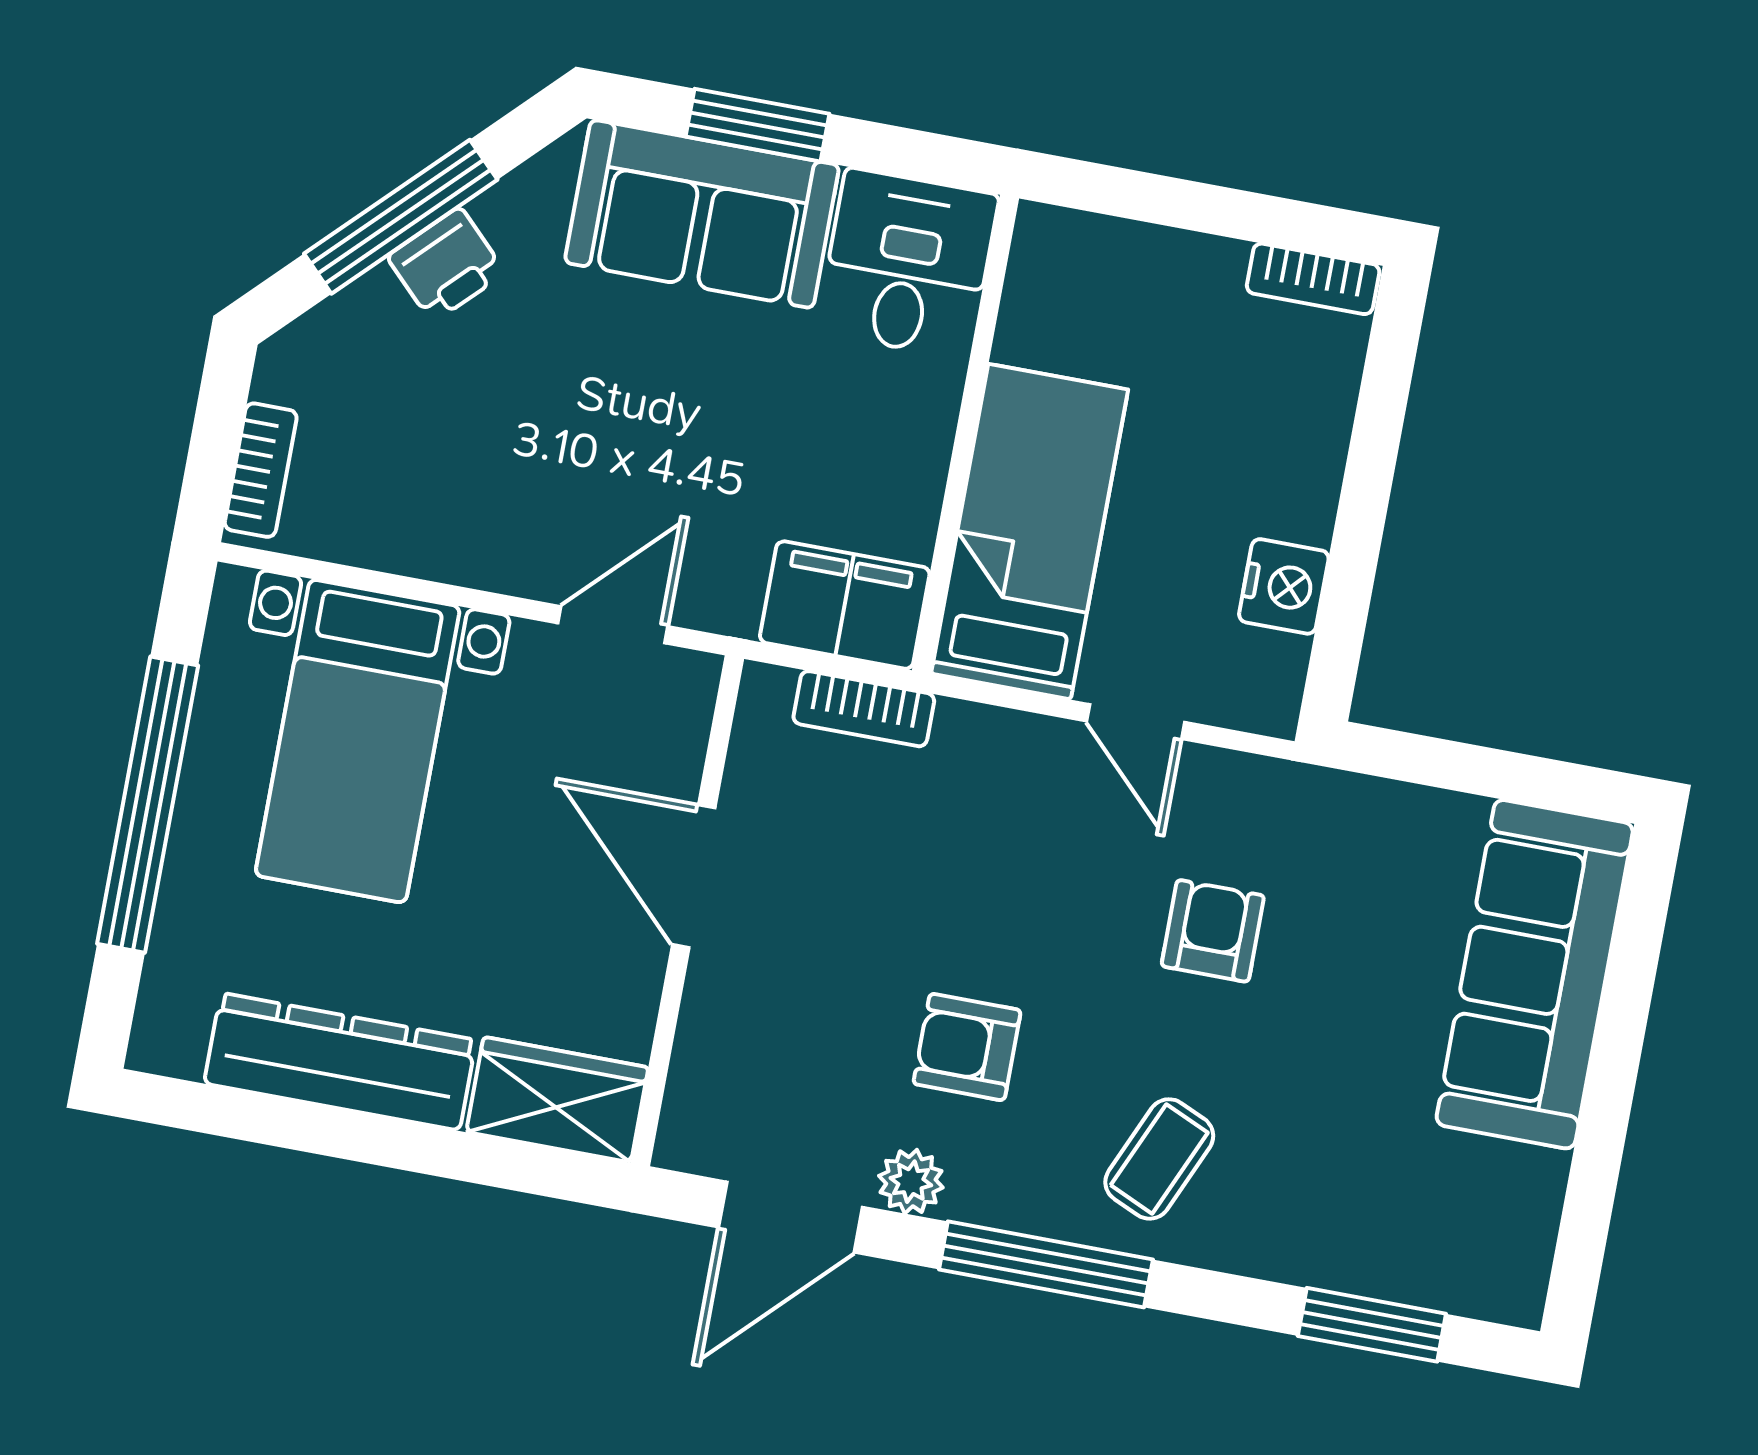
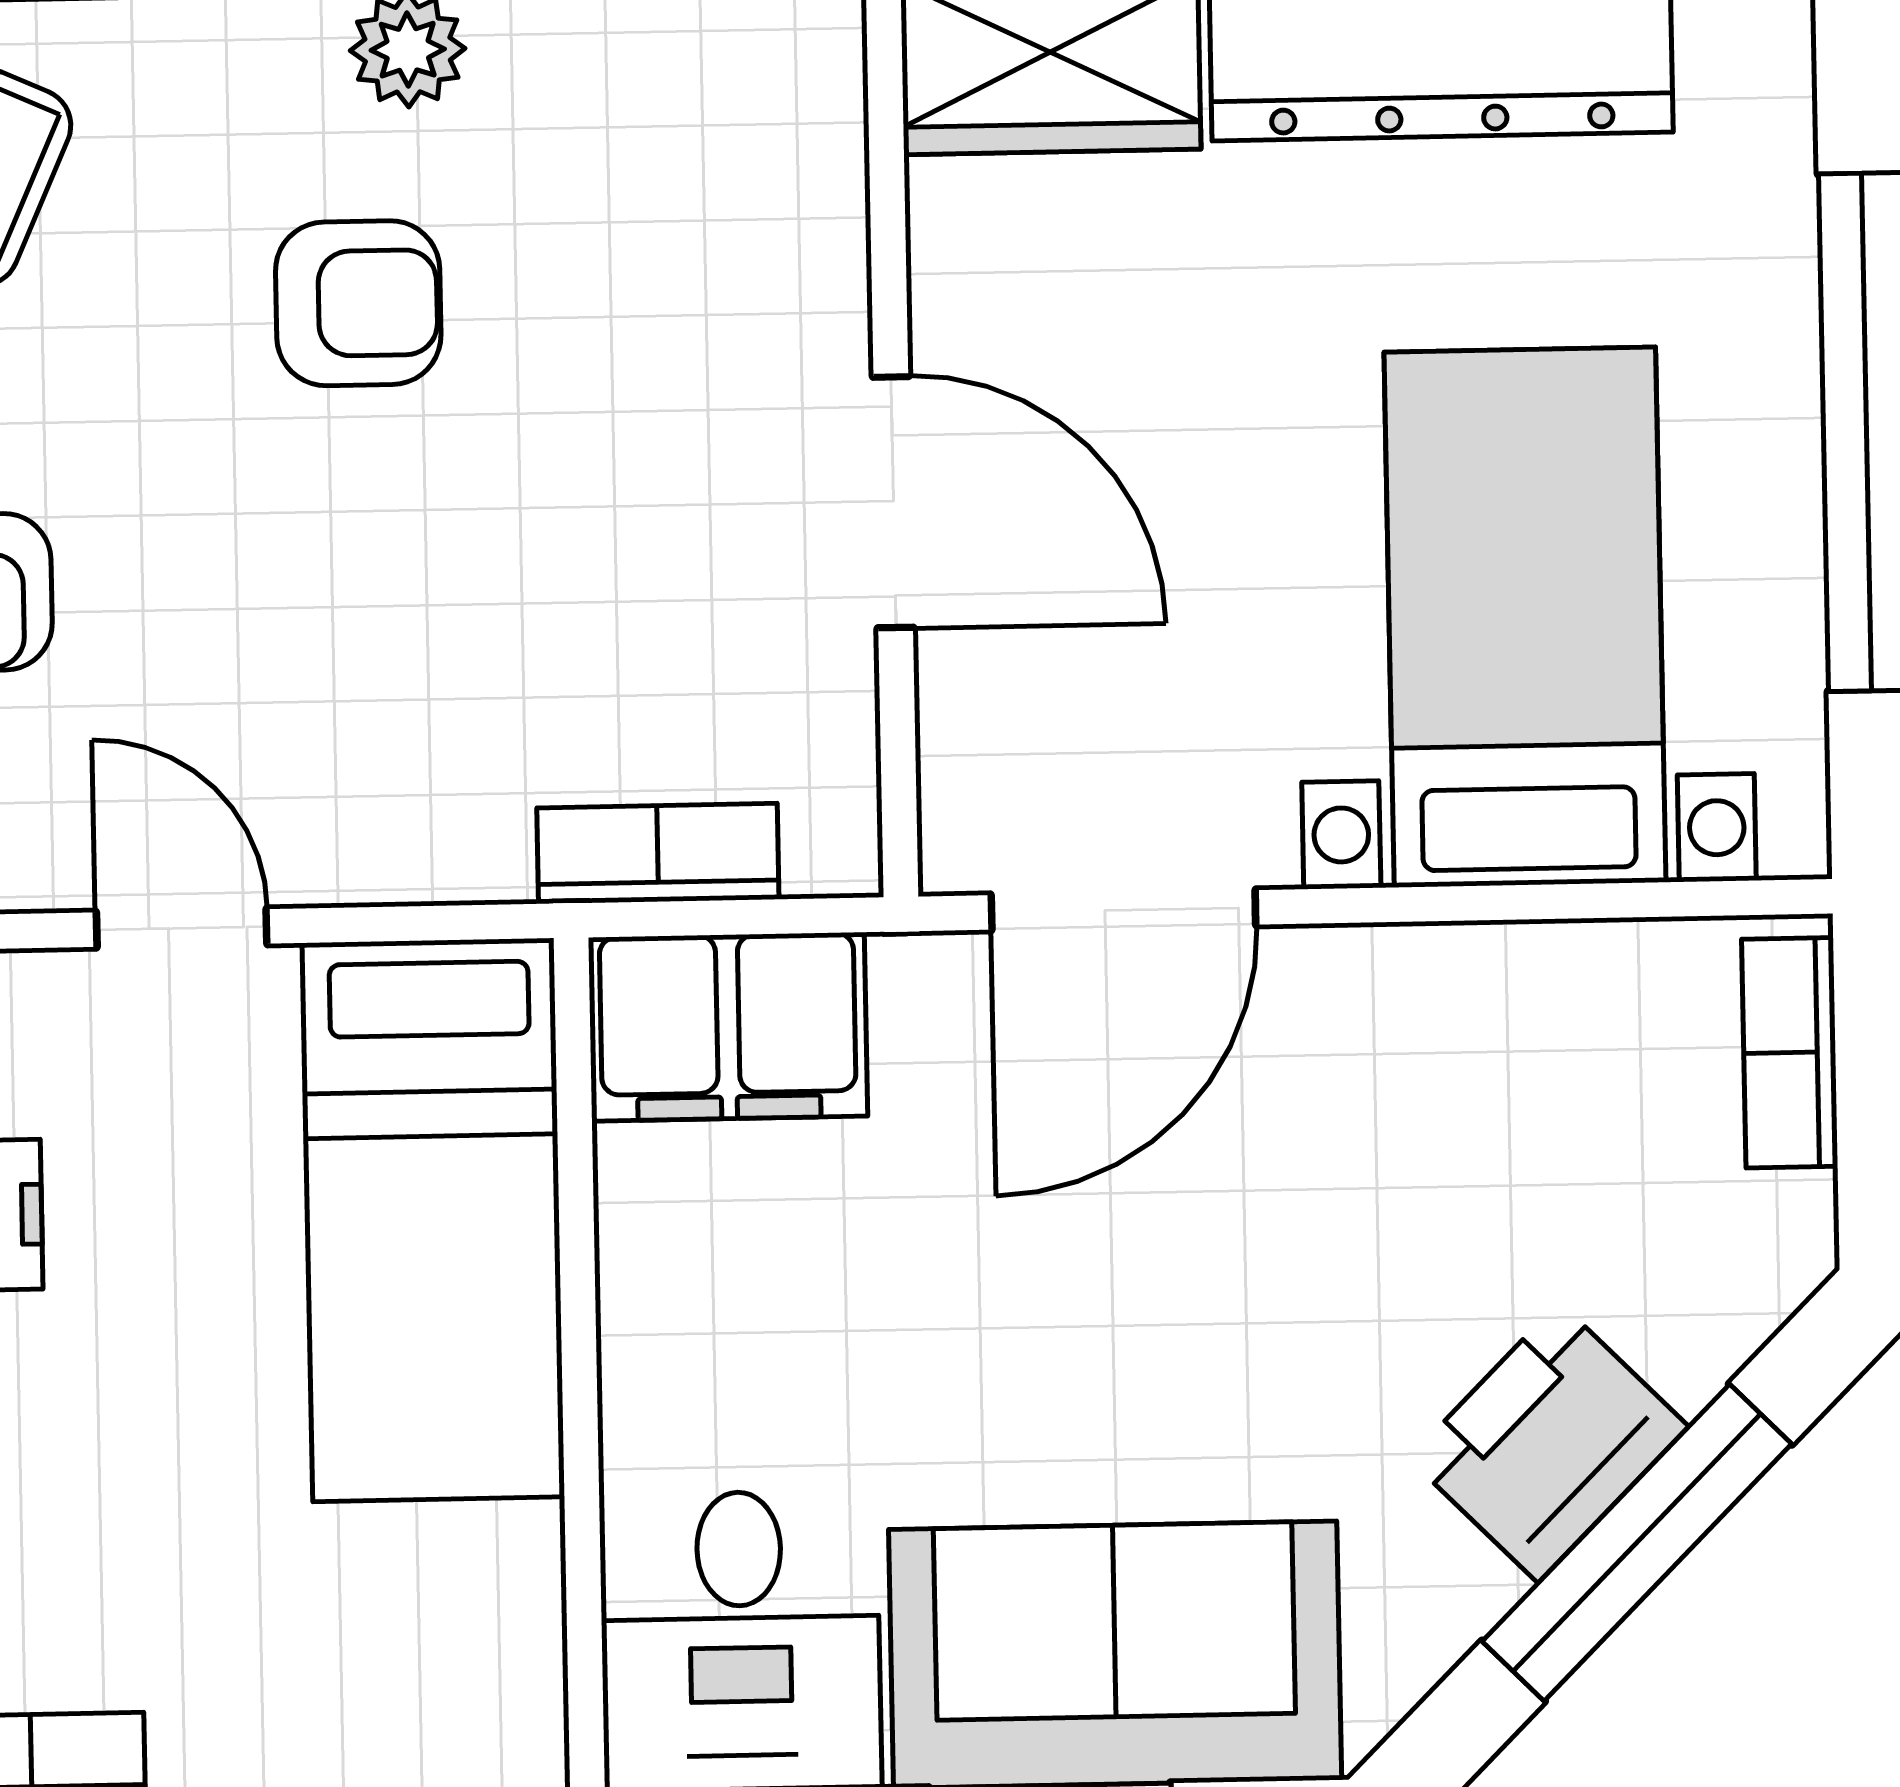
printer: (446, 265) -> (1549, 1442), width x1.36, depth x1.24
door: (613, 625) -> (1123, 910), width x1.38

